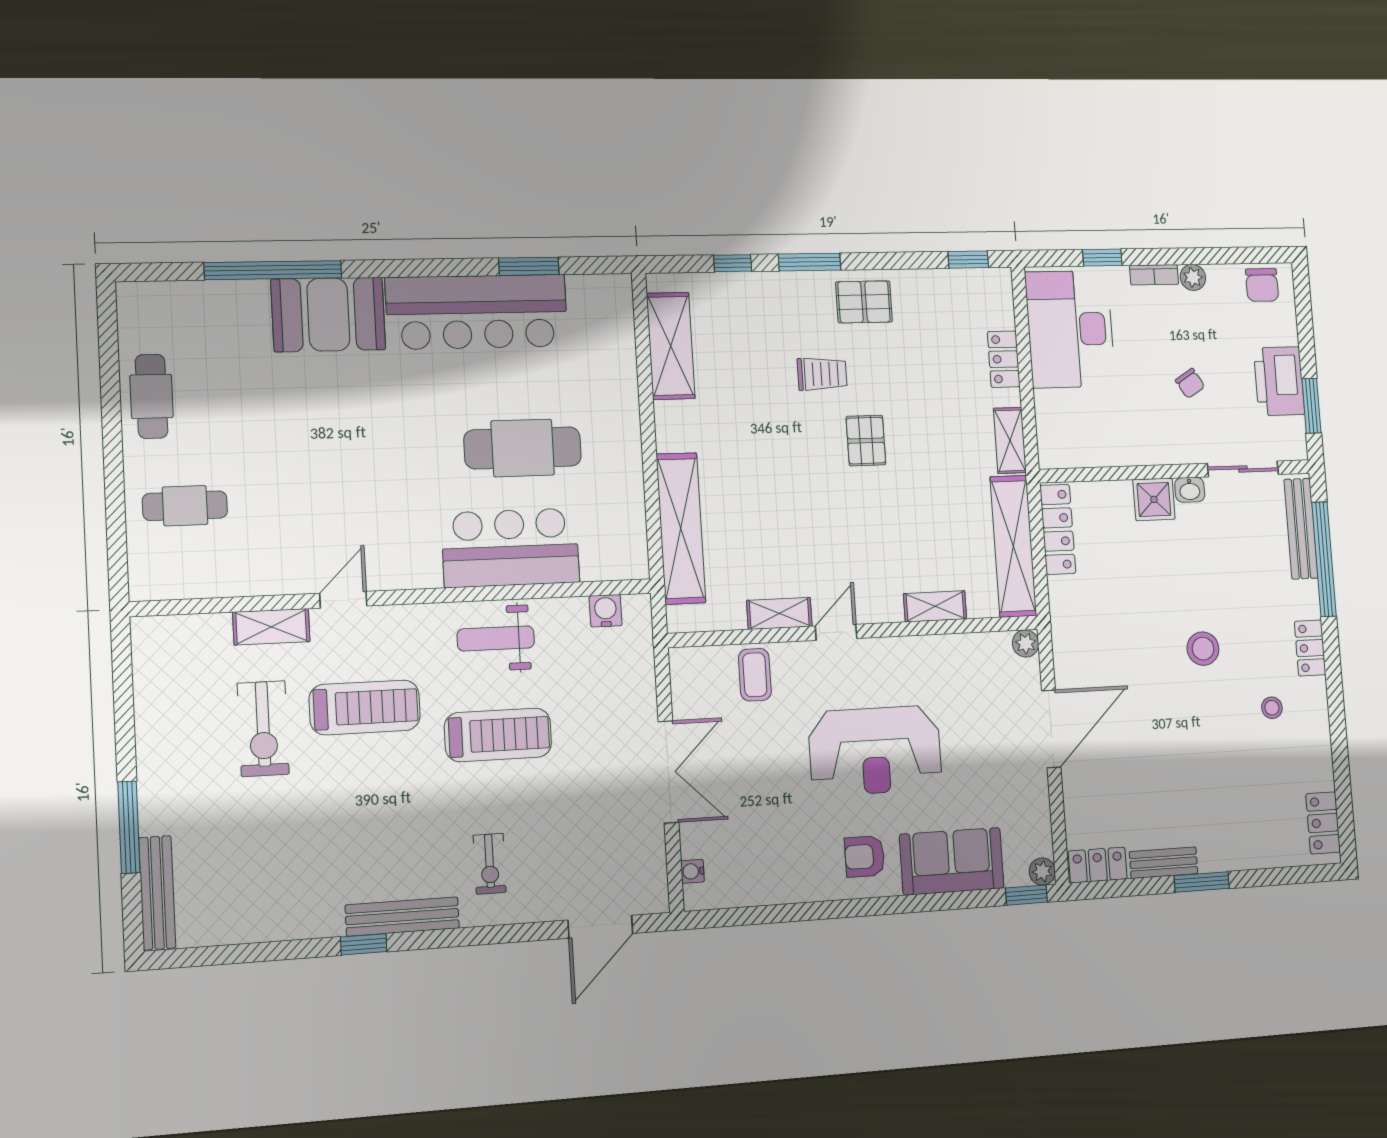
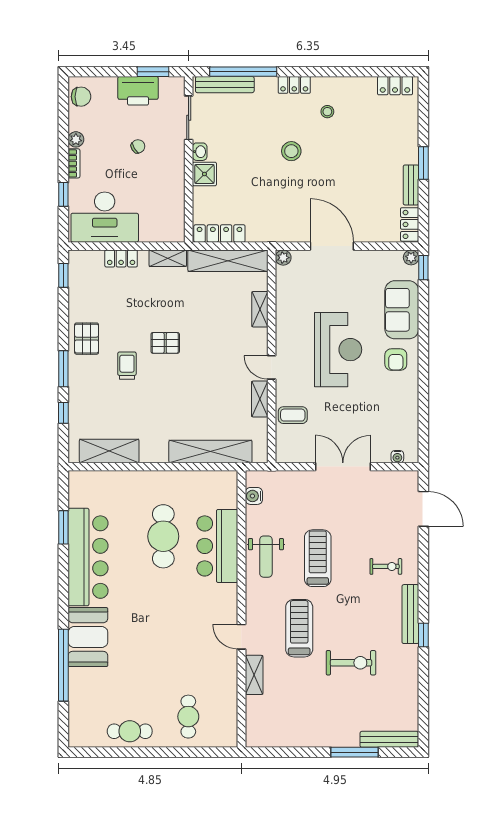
exercise bike: (263, 729) -> (351, 663), moved

